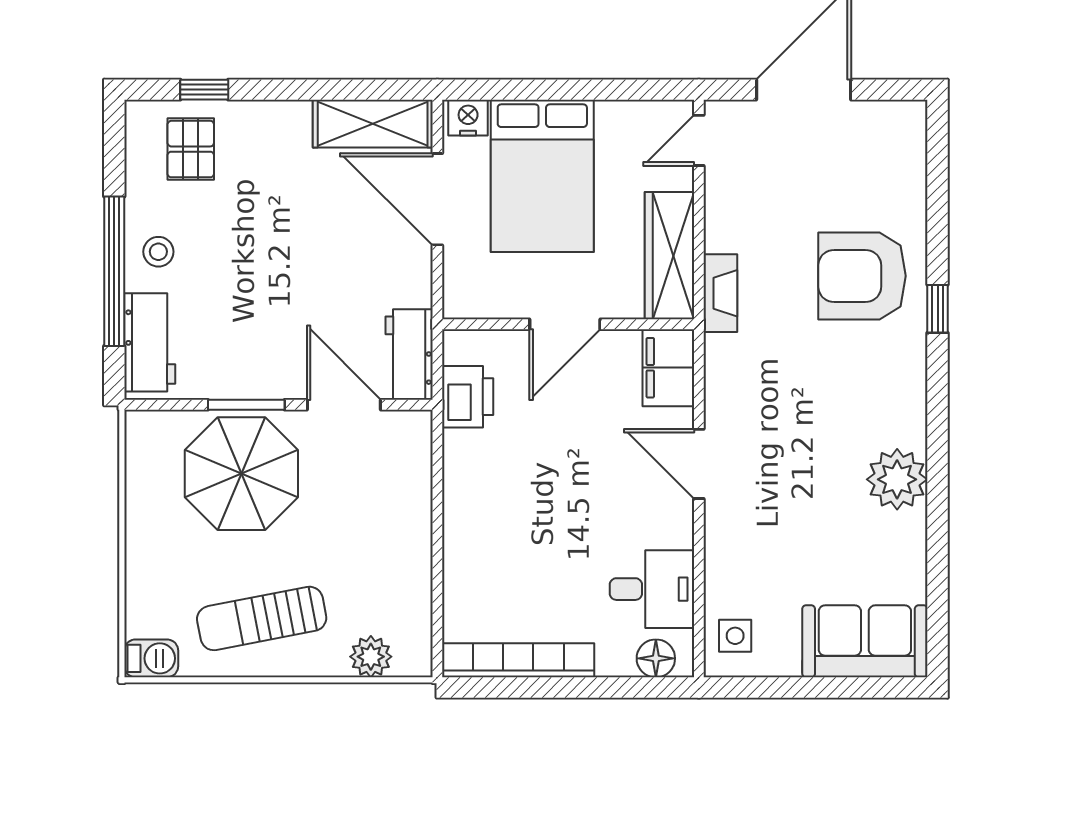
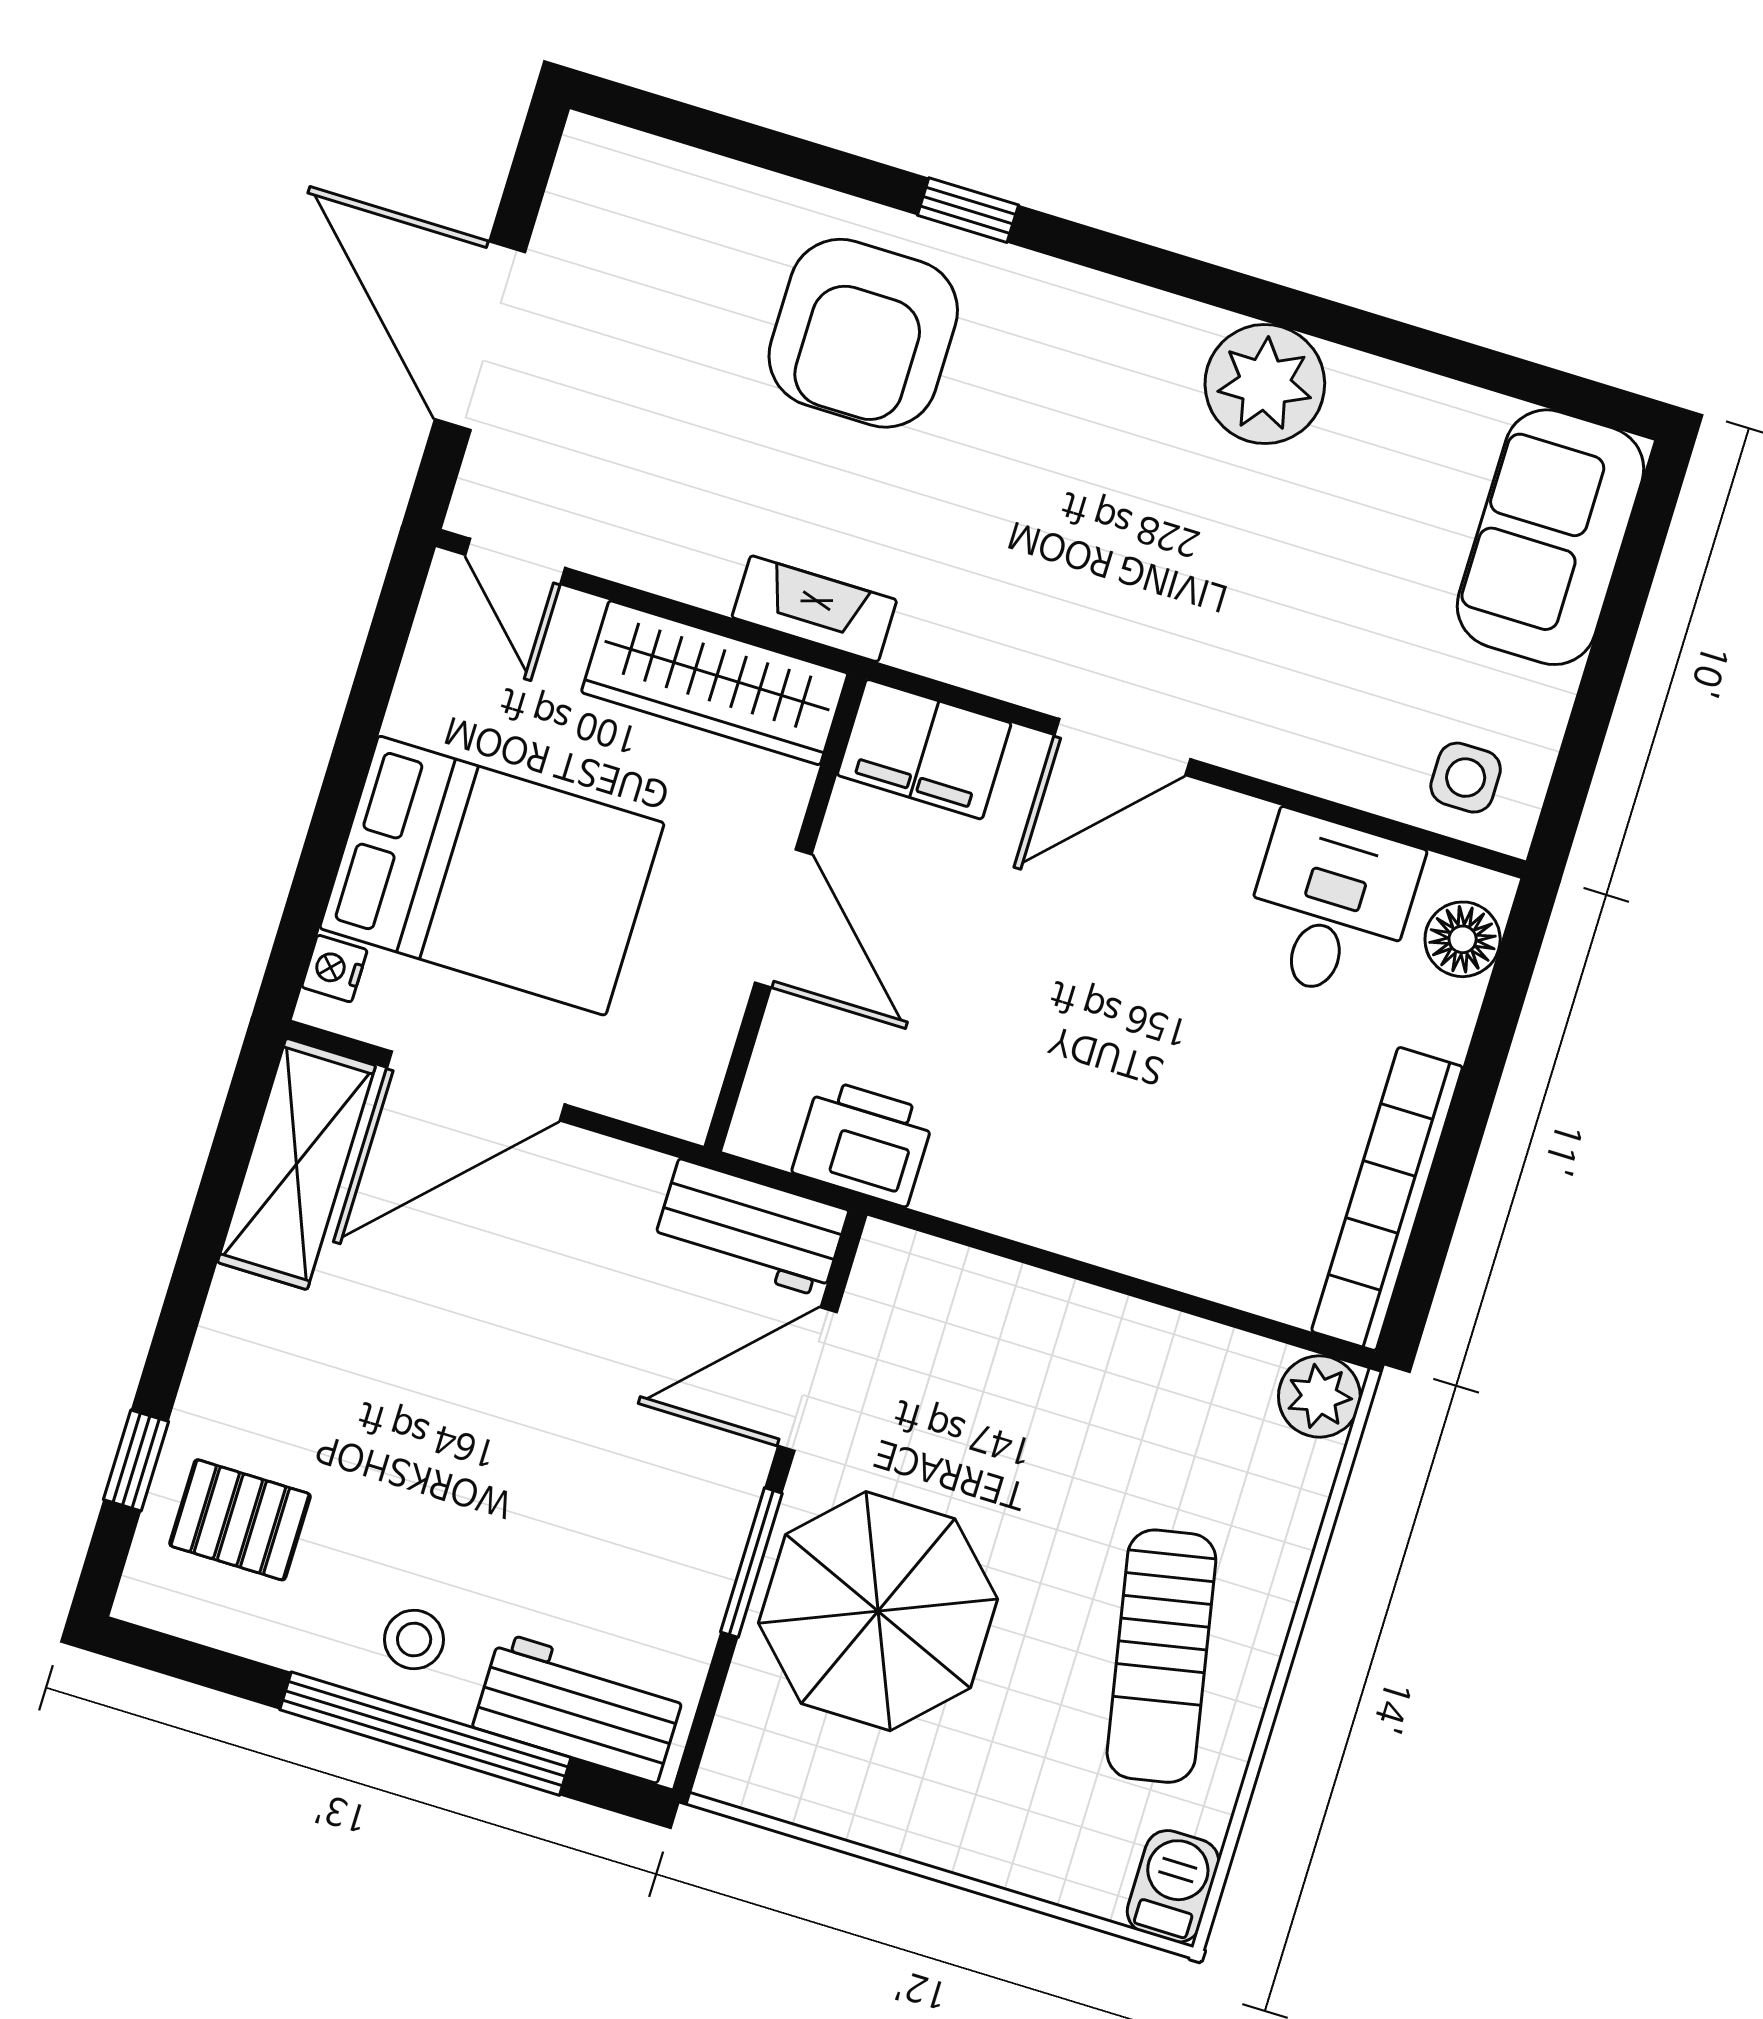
nightstand: (468, 118) -> (334, 969), width x0.72, depth x0.74
plant: (371, 657) -> (1319, 1396), moved

